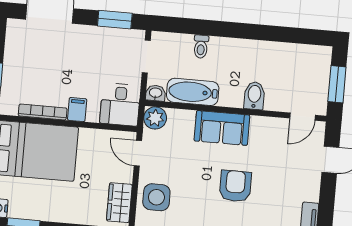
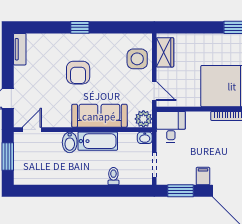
bathtub: (193, 92) -> (98, 141), moved
filing cabinet: (77, 110) -> (203, 176), moved, turned 180
sofa: (222, 128) -> (99, 116), width x1.36

